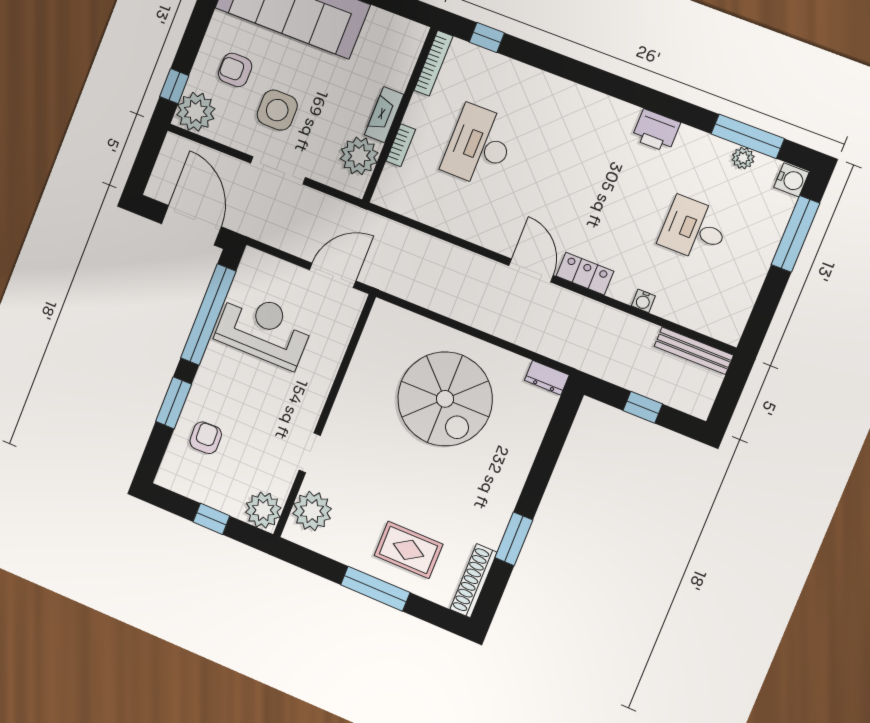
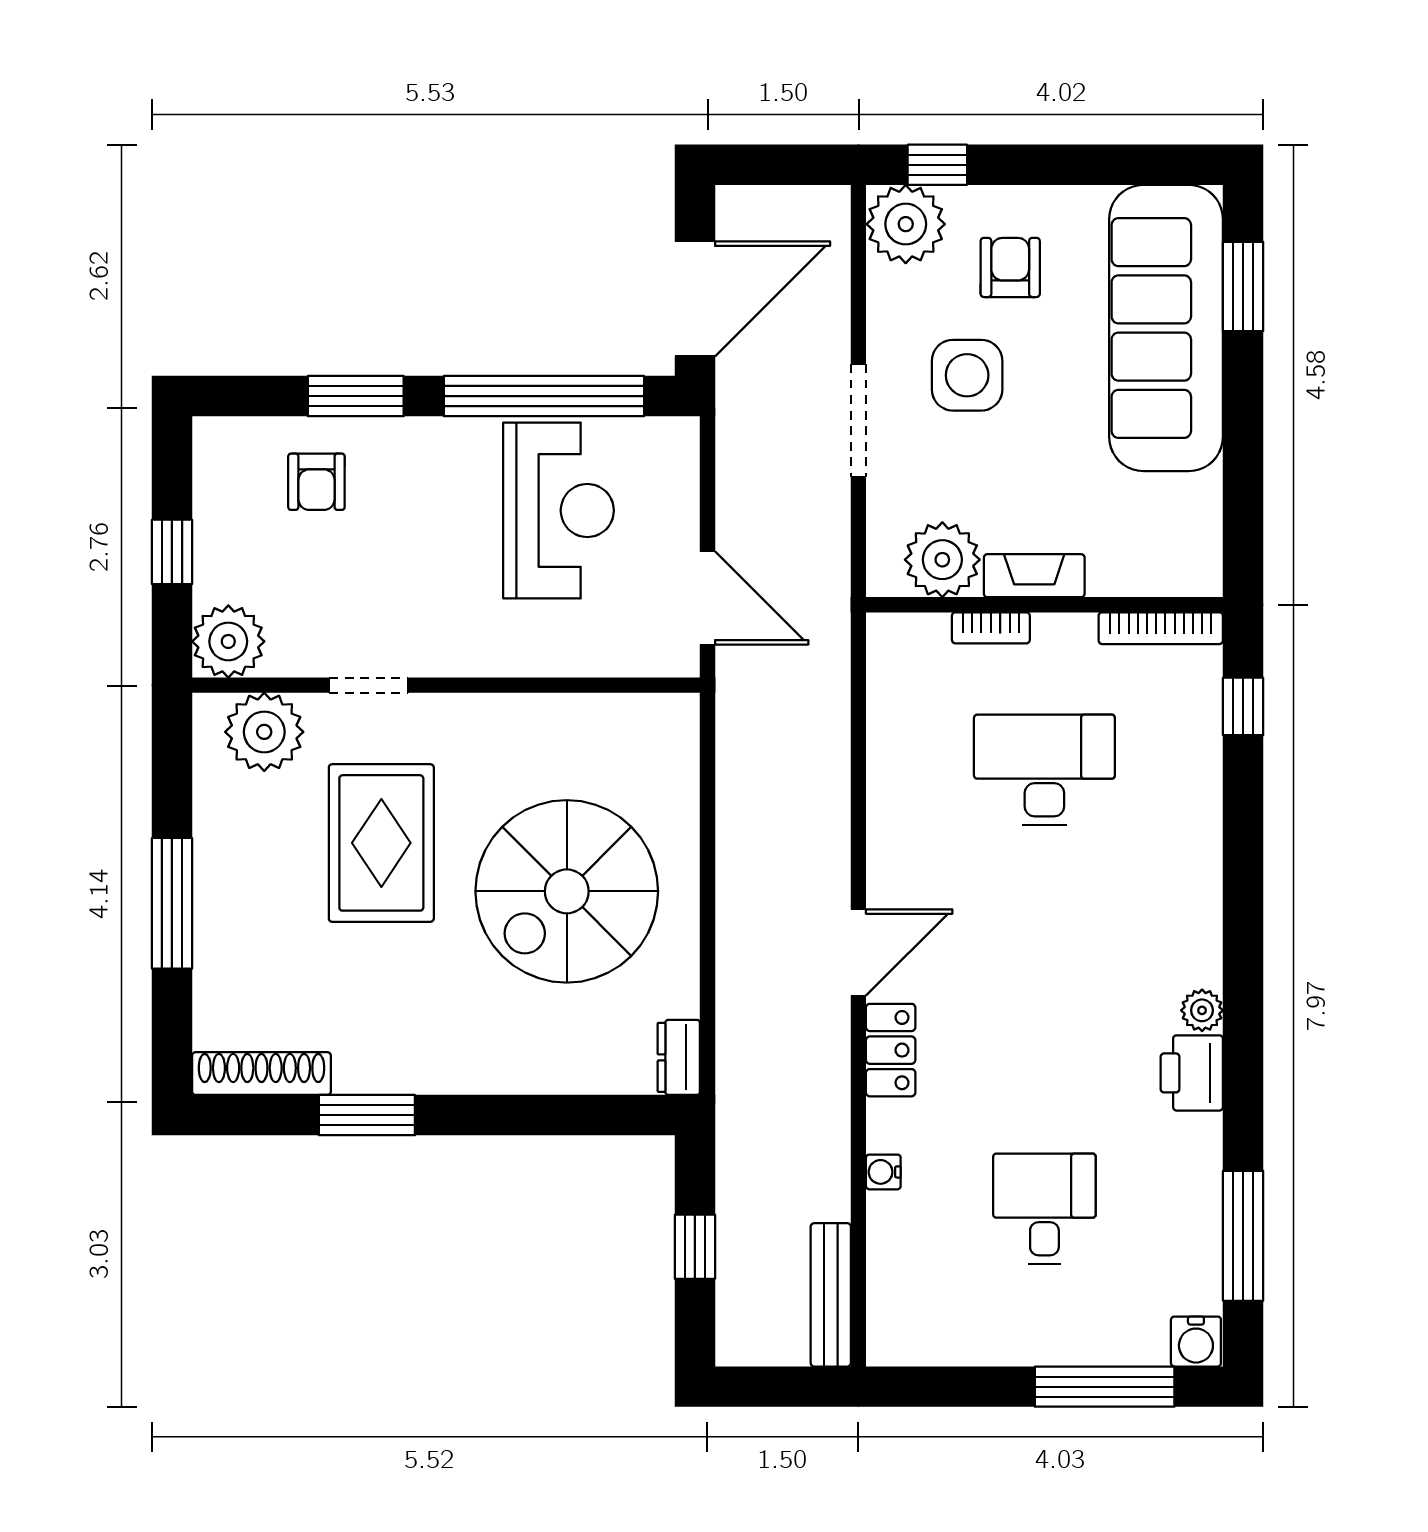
plant: (743, 158) -> (1202, 1010), moved
armchair: (206, 438) -> (316, 482), turned 92
rug: (408, 550) -> (381, 843), moved, width x1.36, depth x1.43

